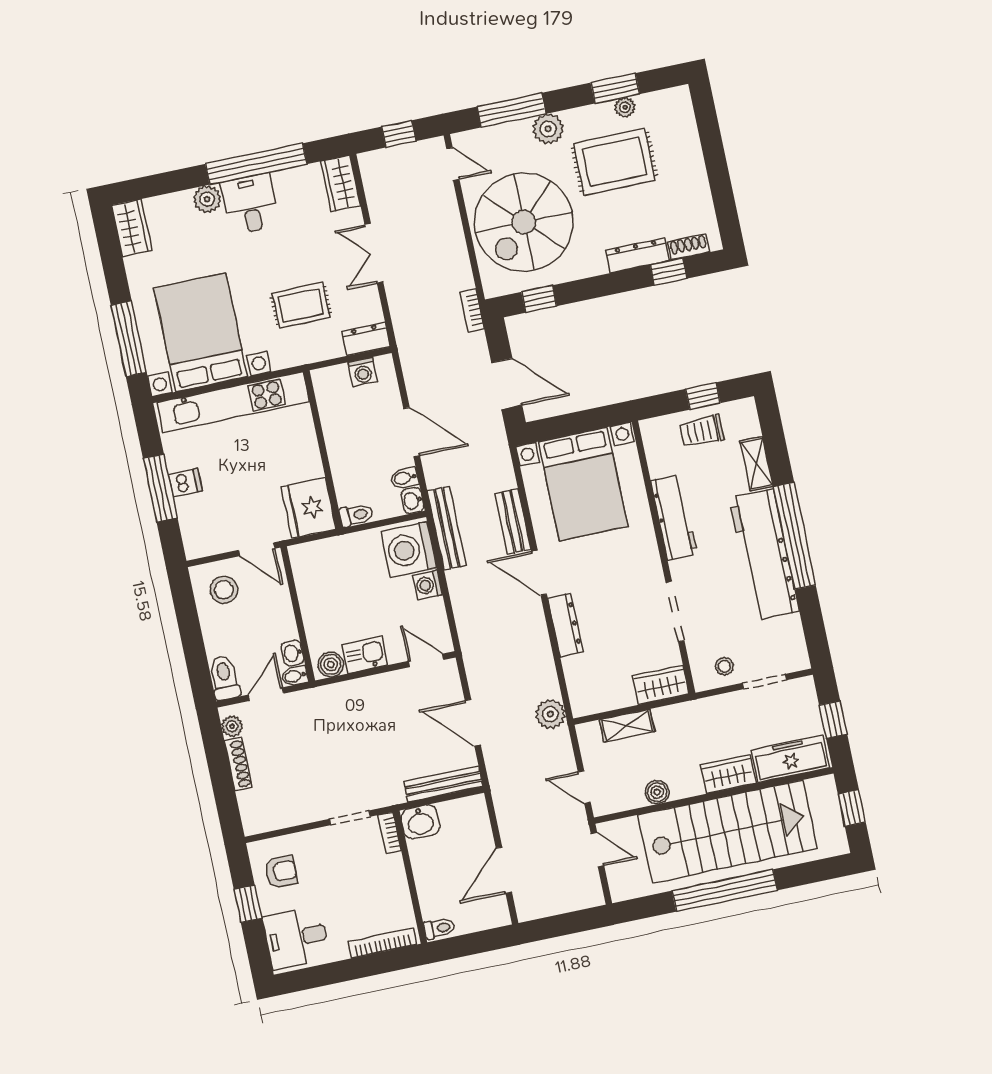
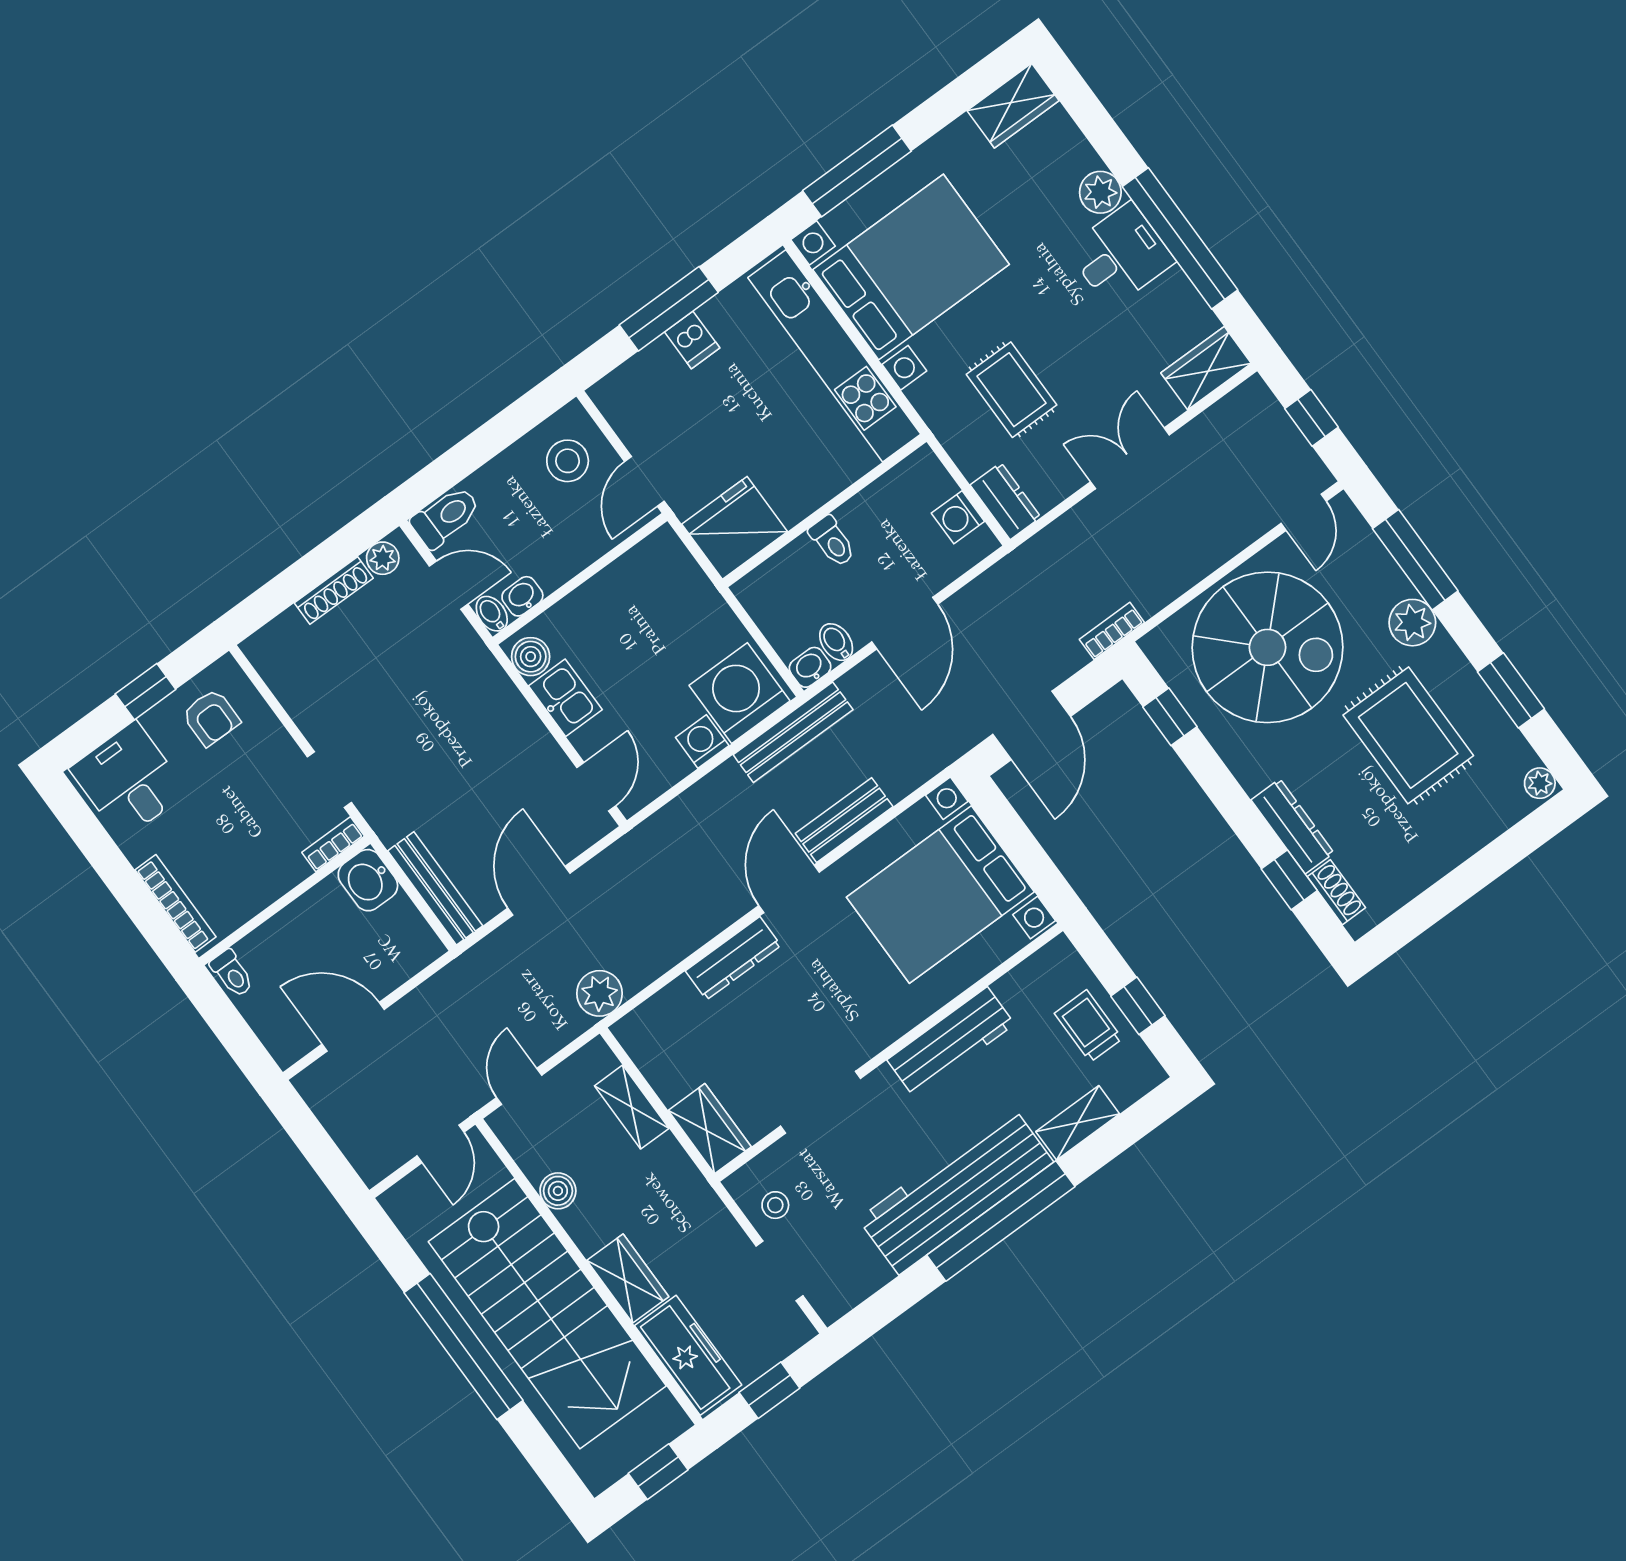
plant: (625, 107) -> (1540, 783), moved
spiral stairs: (524, 222) -> (1267, 647), turned 180
toilet: (356, 515) -> (832, 541), moved

